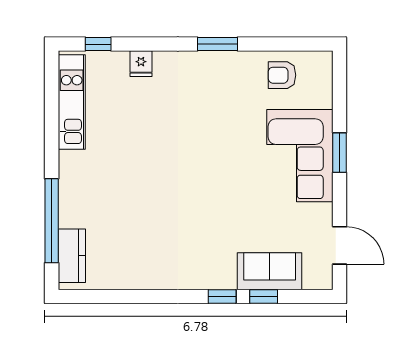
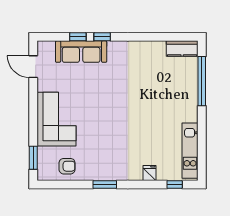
window: (340, 153) -> (33, 158), moved
kitchen counter: (72, 256) -> (182, 49), moved, turned -90
sofa: (270, 271) -> (81, 52), width x1.36

